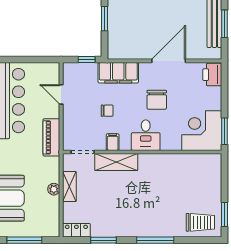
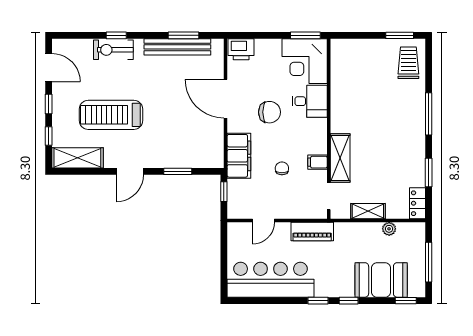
desk: (146, 135) -> (310, 101), moved
plant: (54, 189) -> (389, 229), moved

